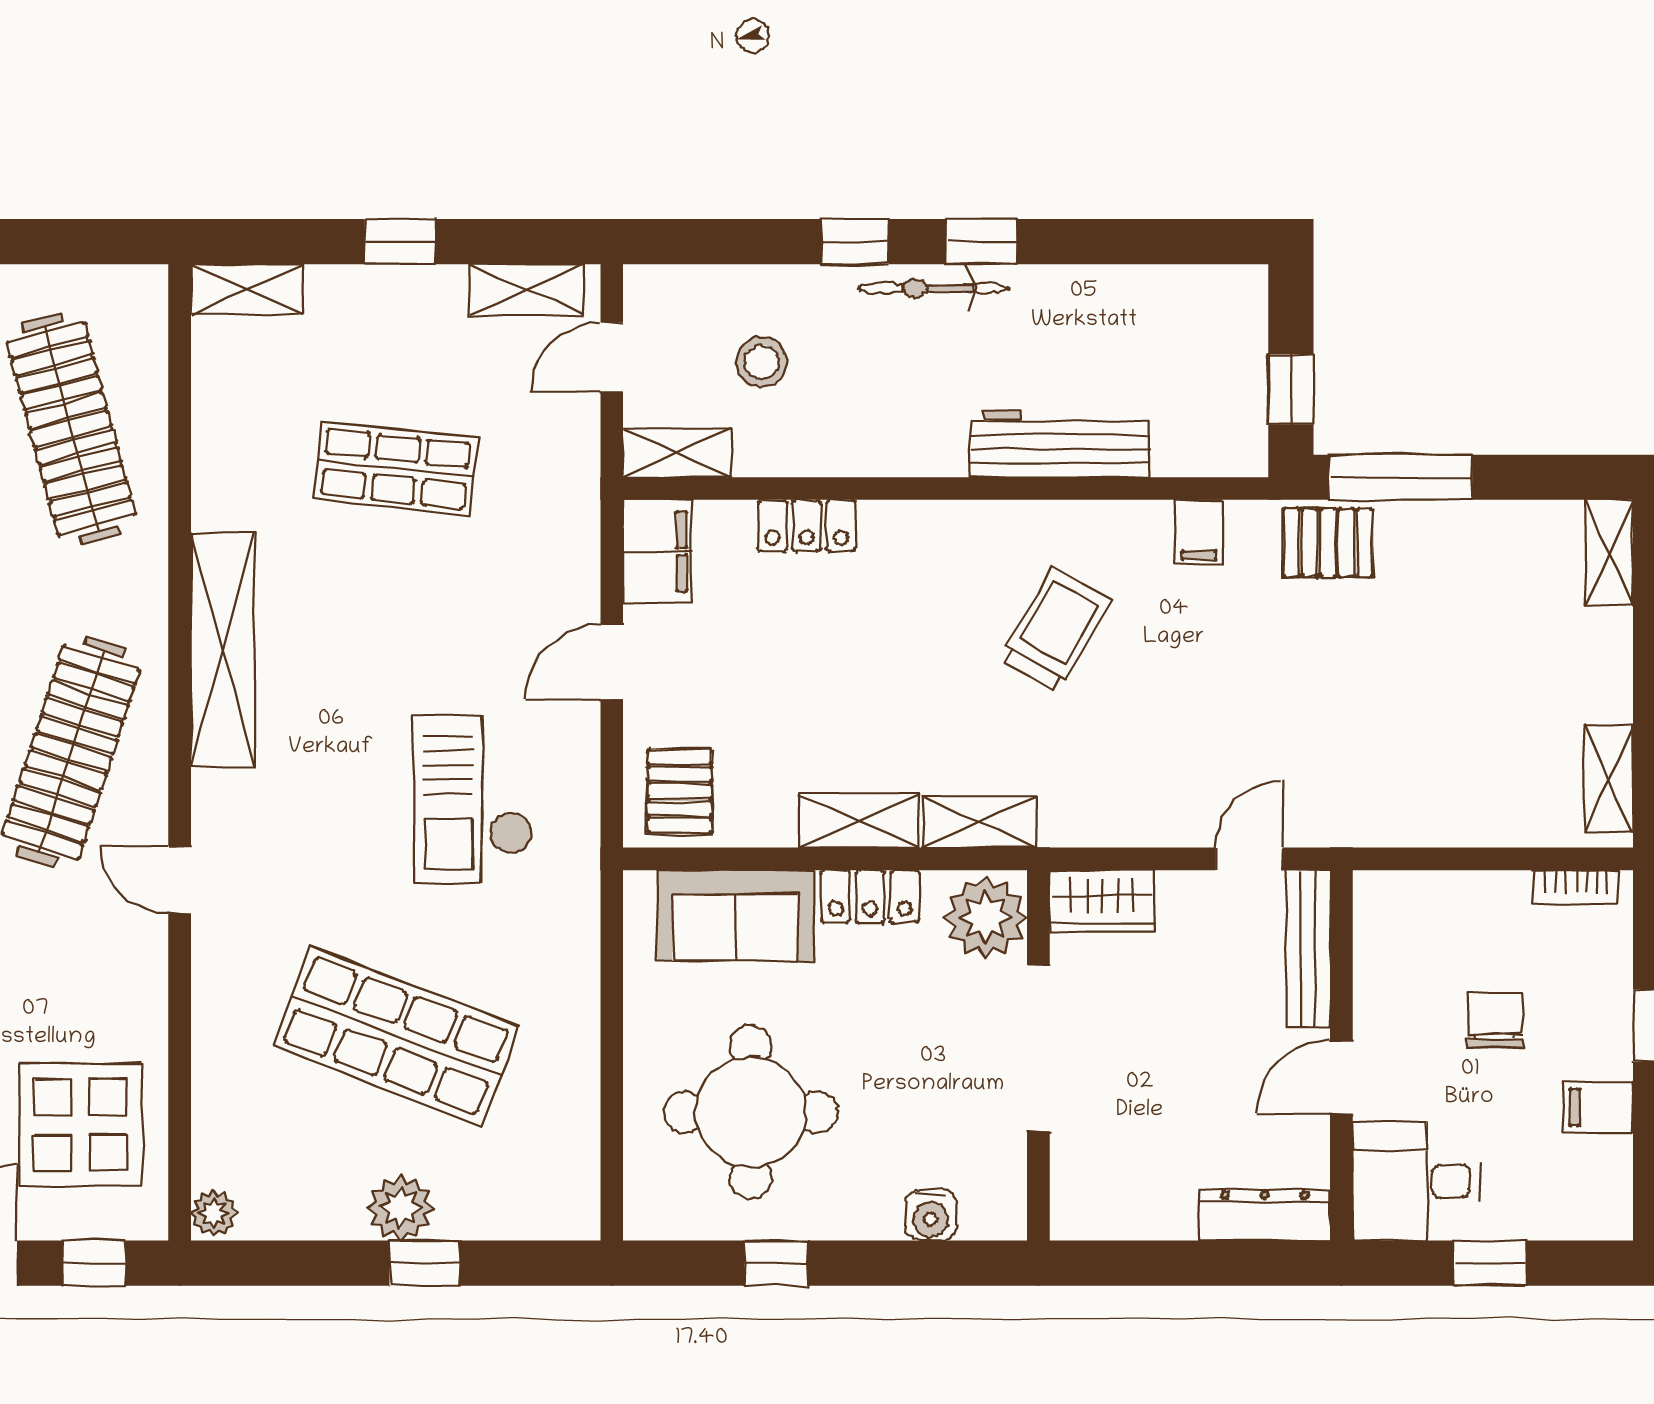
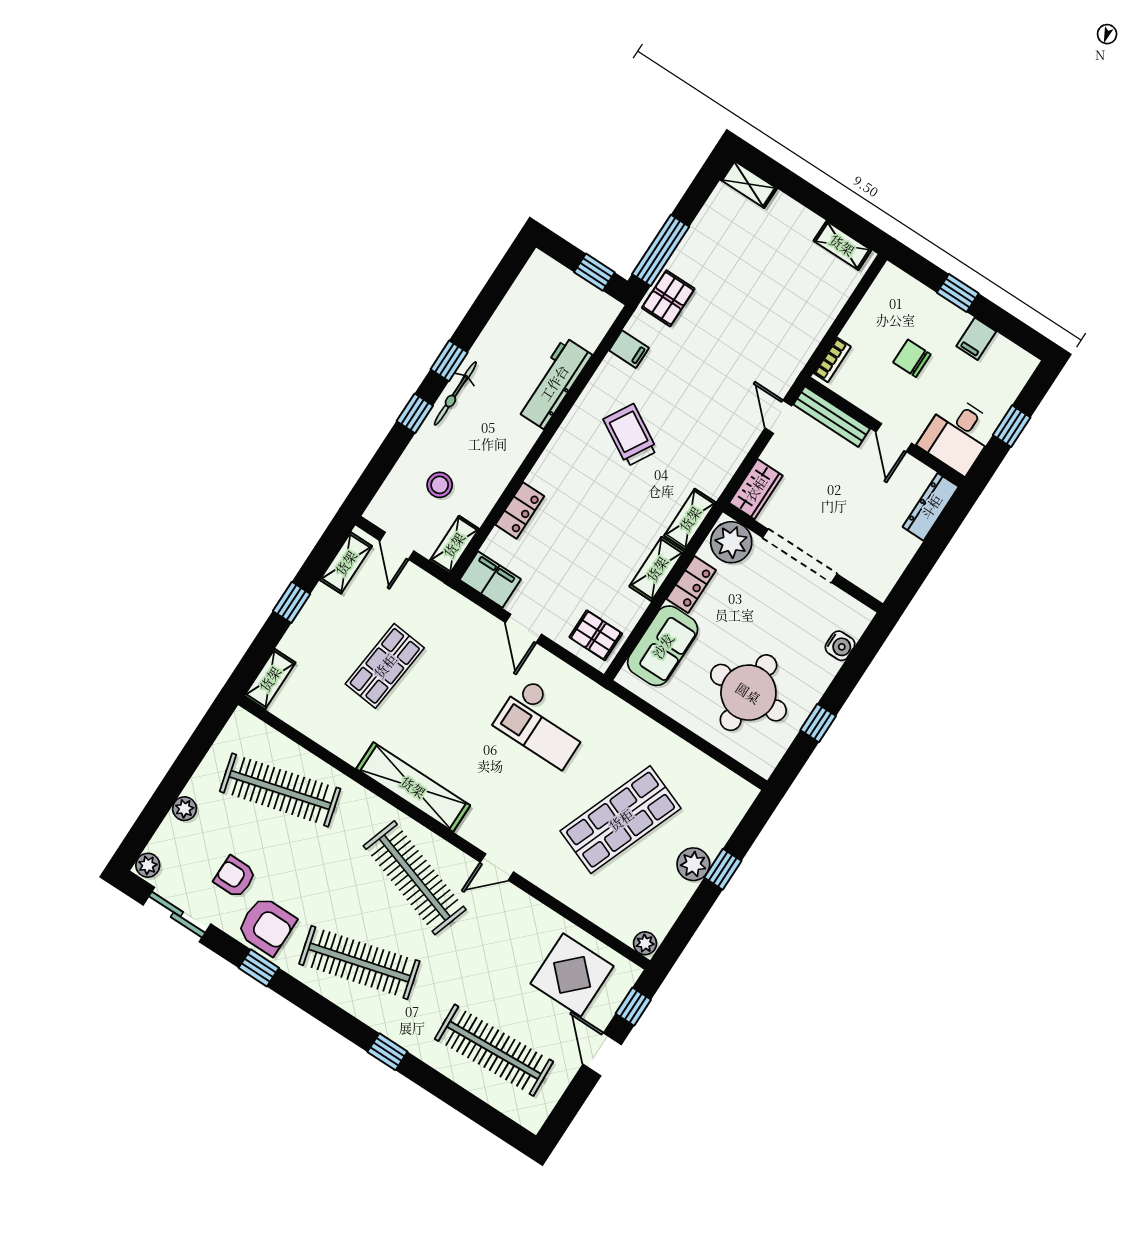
bookcase: (1576, 887) -> (832, 360), moved

